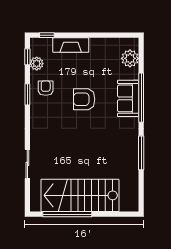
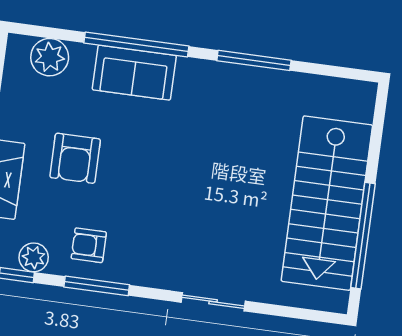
window: (27, 94) -> (97, 286), width x1.44
armchair: (84, 99) -> (75, 158), moved
sliding door: (27, 164) -> (213, 302), moved

